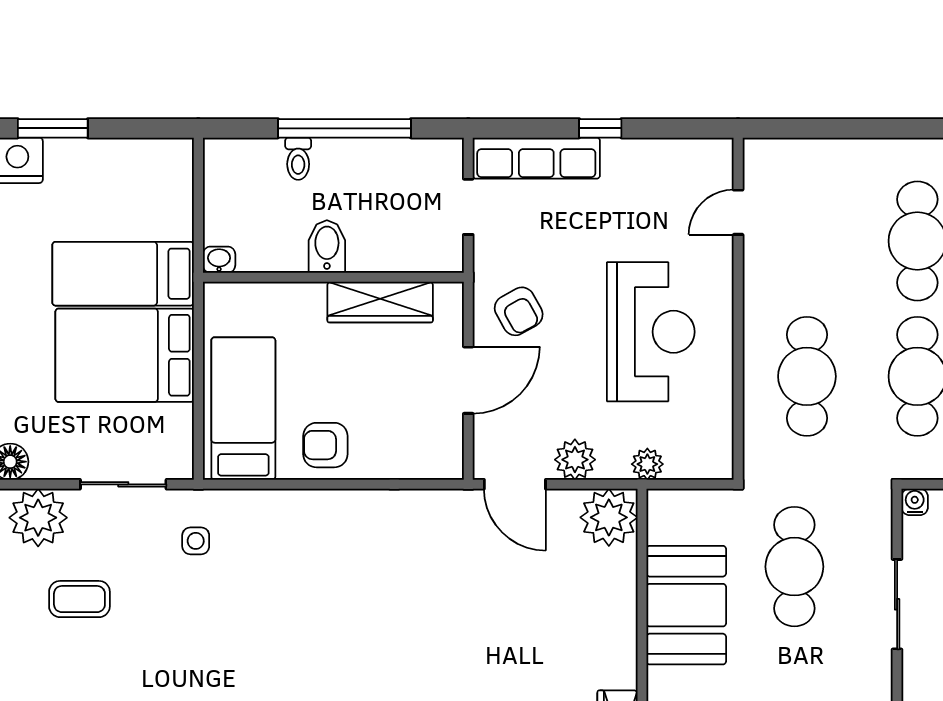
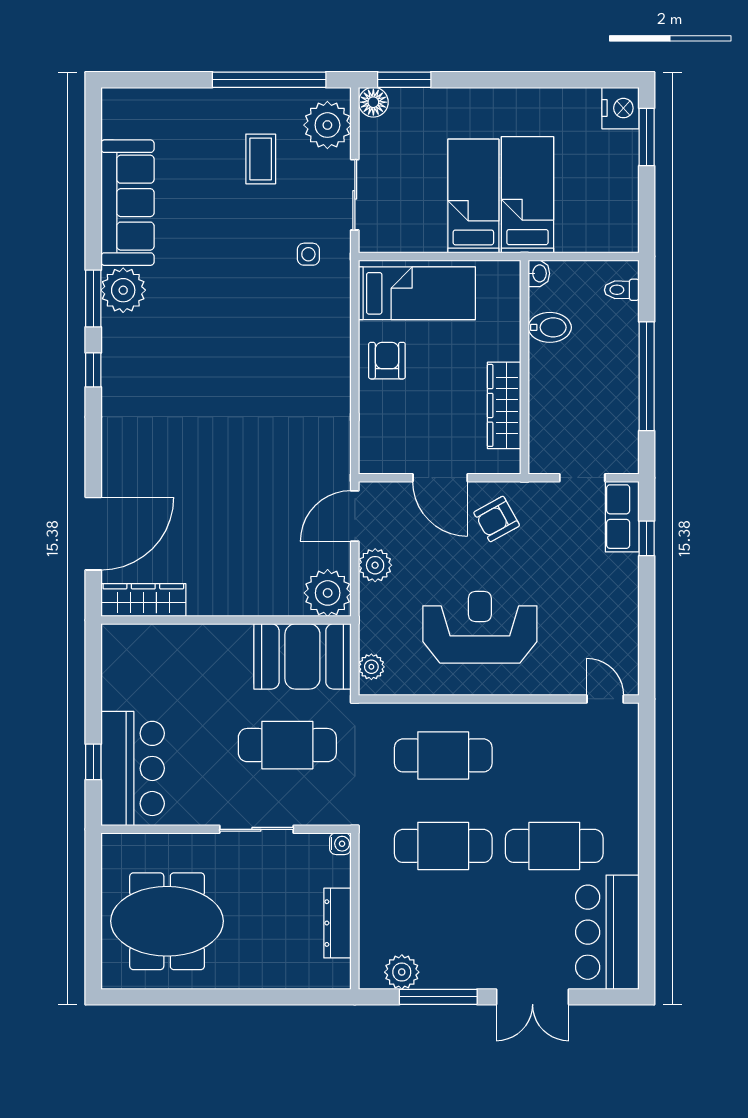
window: (600, 128) -> (647, 538), moved
row of seats: (536, 158) -> (622, 517), width x0.68
toilet: (298, 159) -> (622, 290), moved
door: (738, 212) -> (605, 699), moved
bidet: (327, 247) -> (550, 327), moved
reception desk: (651, 332) -> (480, 627), turned 180
bed: (125, 355) -> (473, 196), width x0.67
plant: (647, 464) -> (371, 667), moved
booth: (686, 605) -> (302, 656), moved

